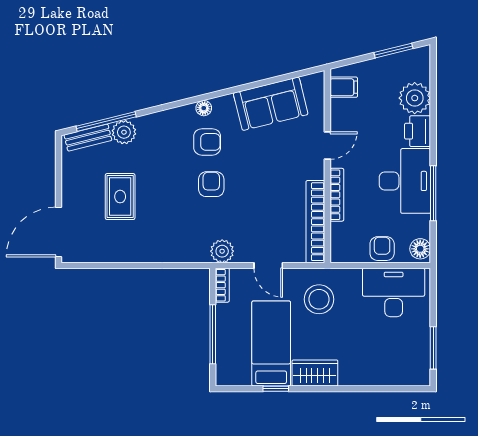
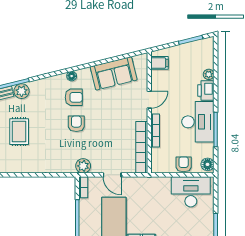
plant: (415, 98) -> (209, 74), width x0.53, depth x0.53
stool: (319, 299) -> (144, 196), removed

